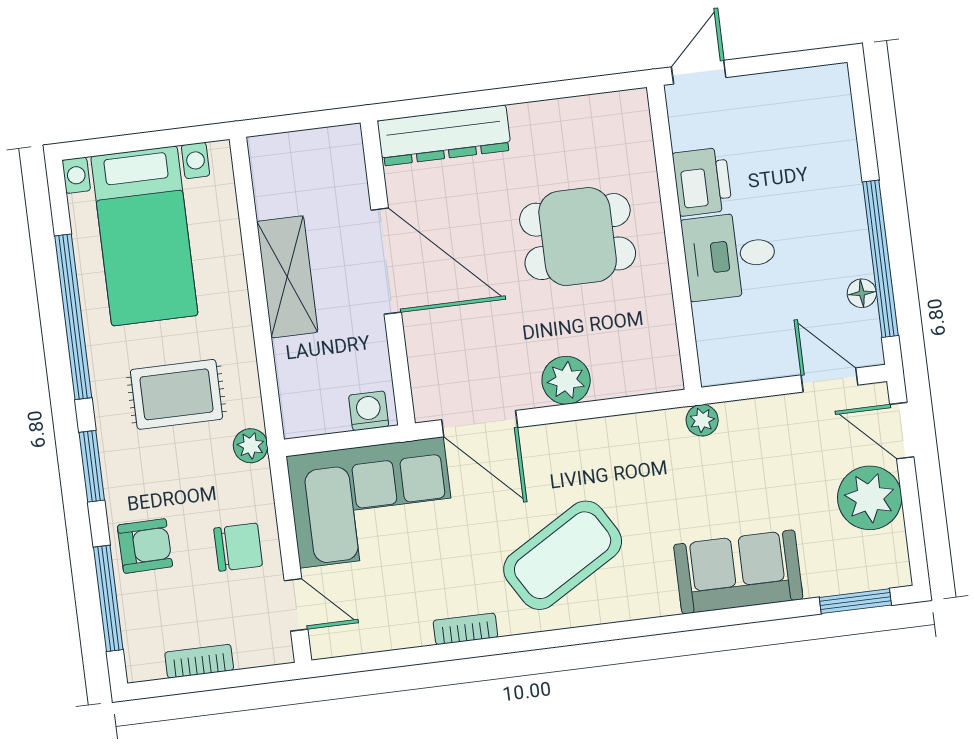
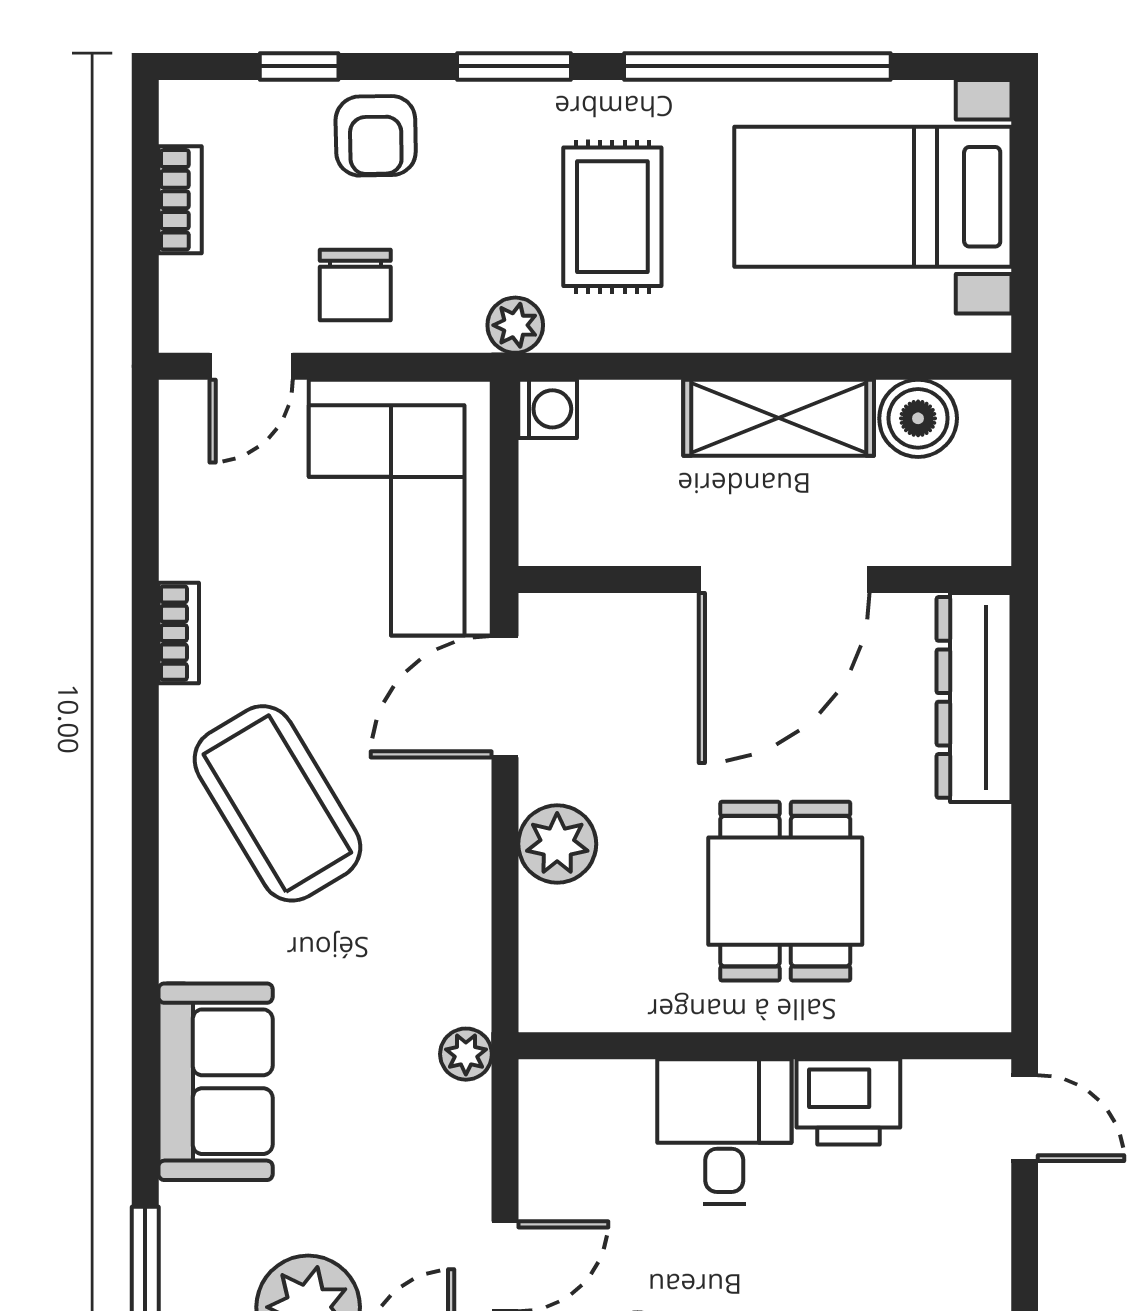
boiler: (277, 191) -> (918, 418), added
washing machine: (369, 411) -> (548, 409), moved
window: (108, 598) -> (299, 66), width x0.46

